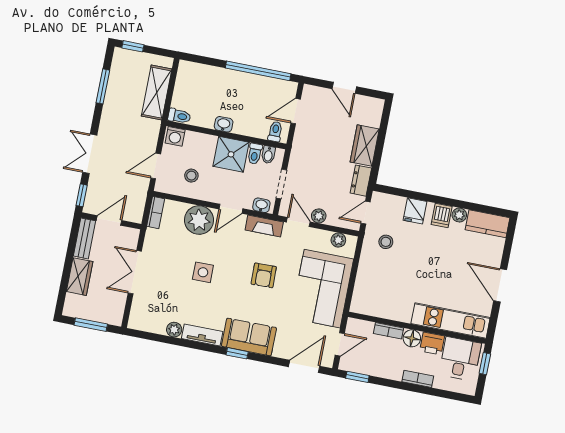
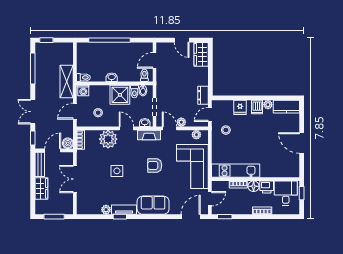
window: (258, 71) -> (110, 40), moved
window: (103, 86) -> (33, 68), width x1.44
shelving: (157, 93) -> (67, 82), moved
wardrobe: (365, 146) -> (201, 54), moved
door: (231, 209) -> (126, 128), swing flipped
boiler: (135, 214) -> (68, 143), added
armchair: (264, 275) -> (155, 165), turned 91
kitchen unit: (451, 321) -> (236, 171), moved
window: (237, 353) -> (120, 217), moved

